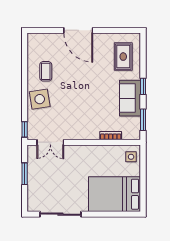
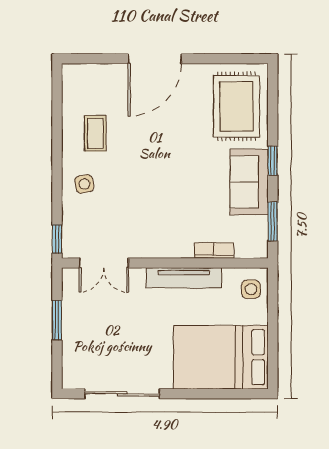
door: (78, 30) -> (155, 59), hinge flipped
rug: (123, 57) -> (237, 106), width x1.36, depth x1.43
side table: (40, 99) -> (84, 184), width x0.54, depth x0.54
tv unit: (94, 151) -> (184, 278), added

